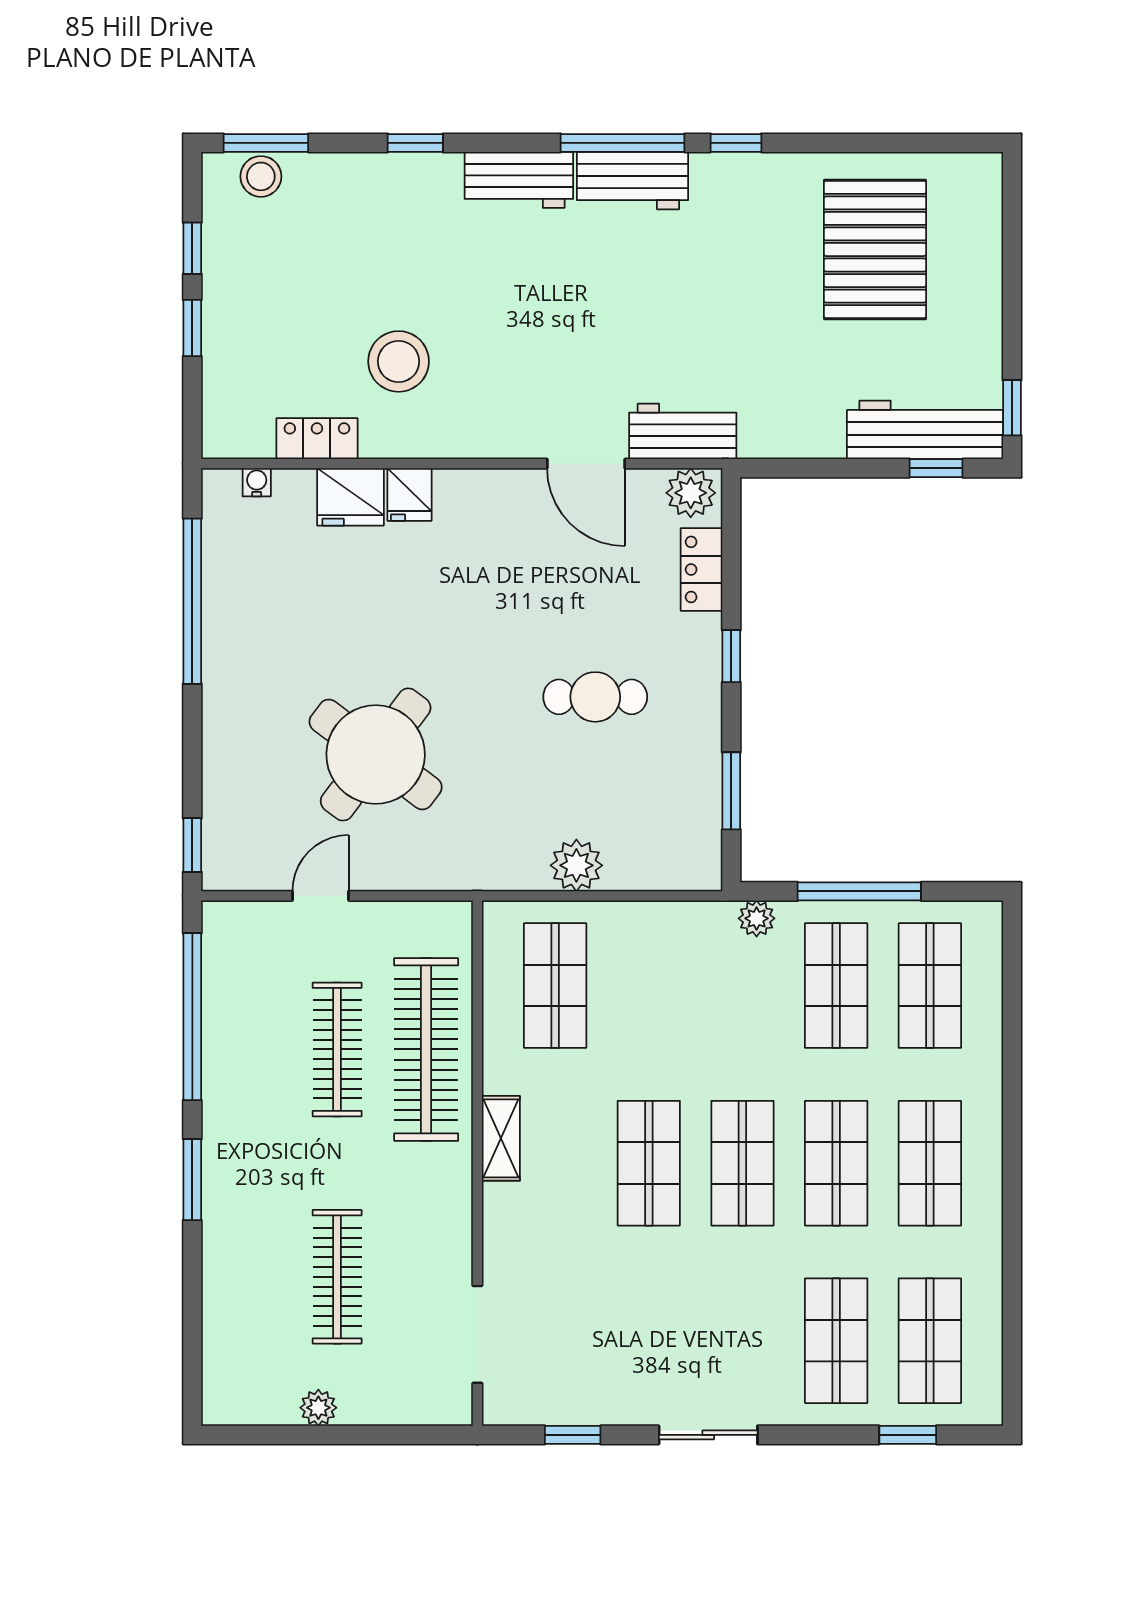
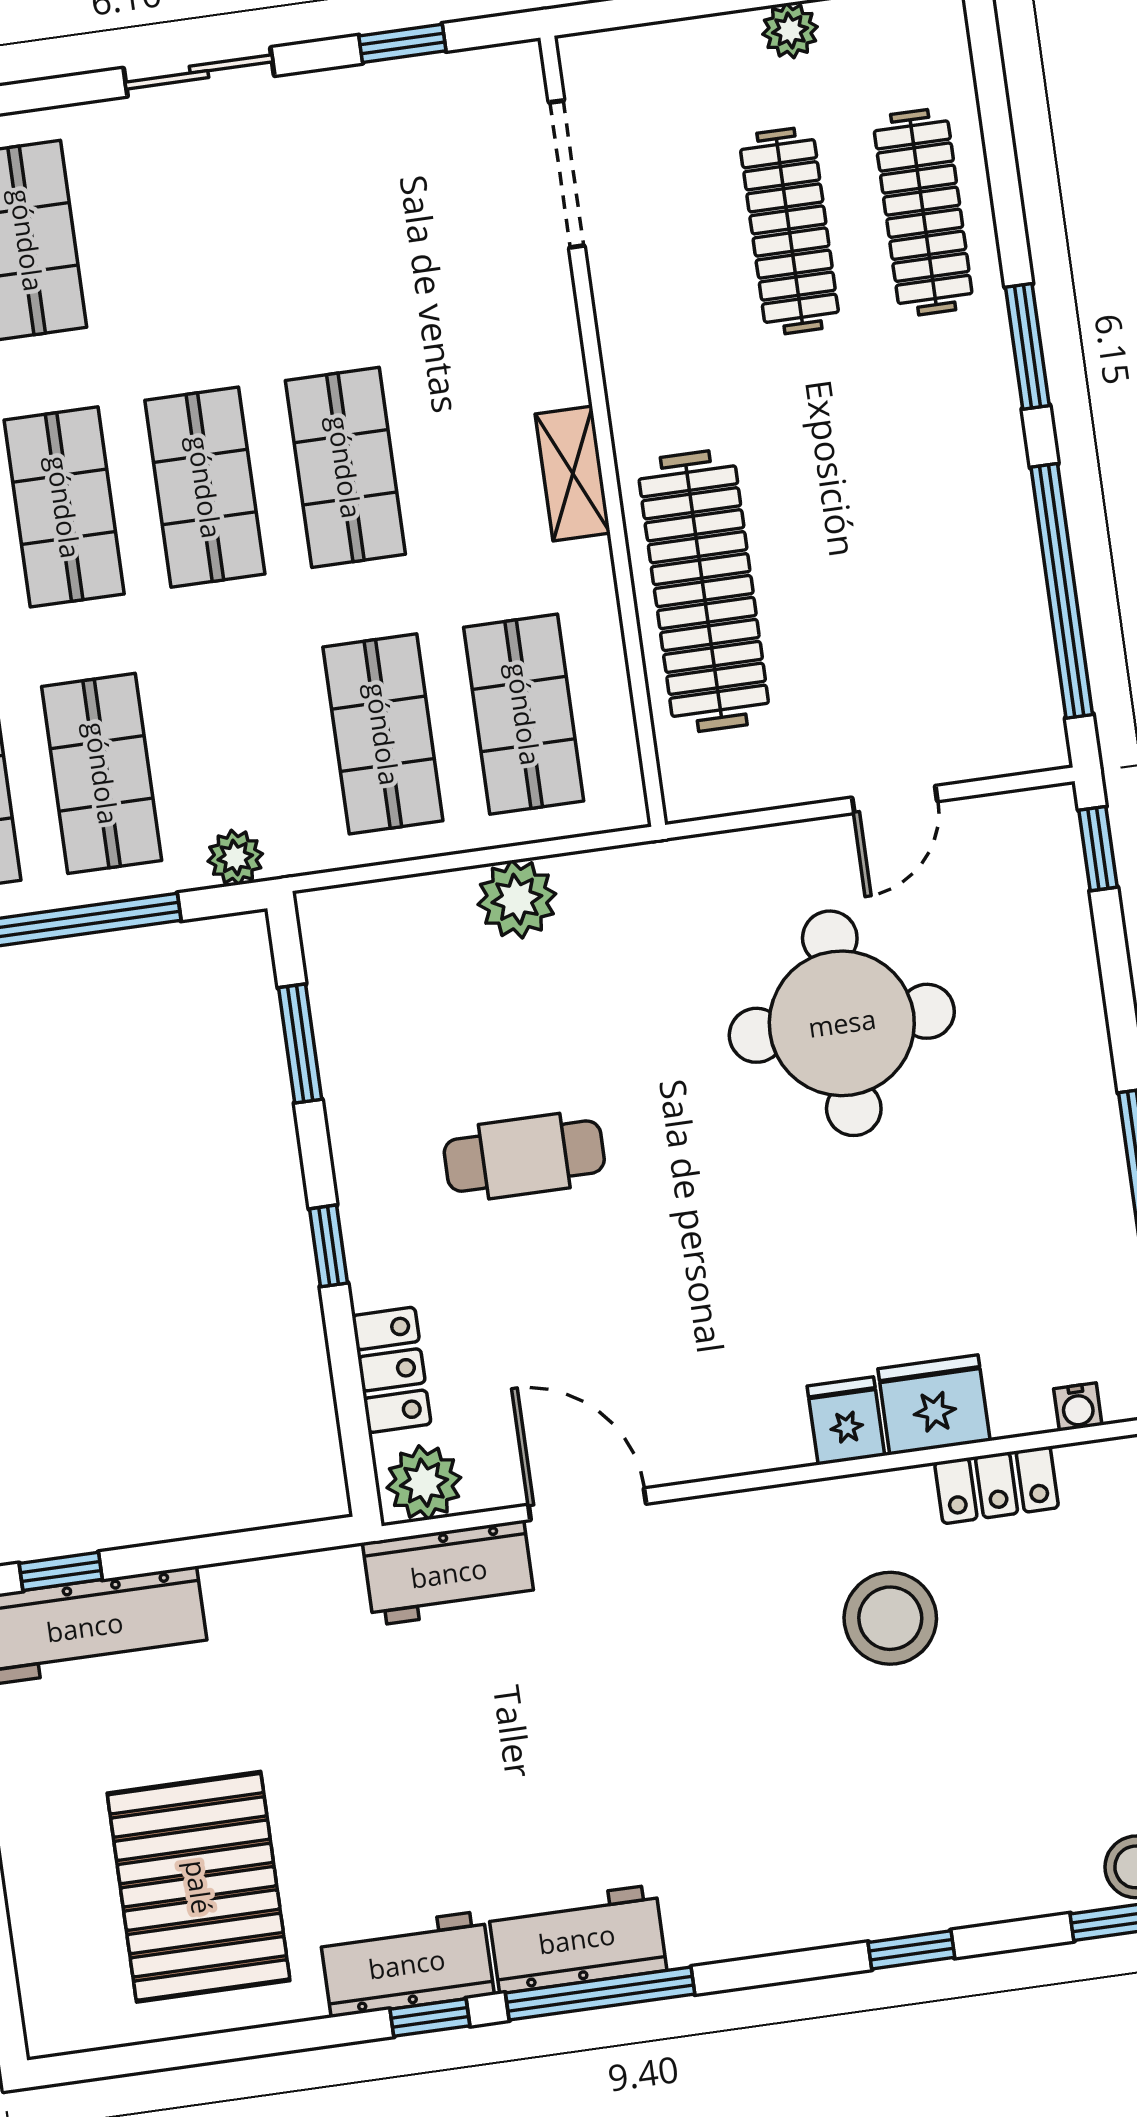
workbench: (519, 180) -> (407, 1964), moved
round table: (376, 754) -> (842, 1023), turned -37
shop shelf: (649, 986) -> (383, 734), added
clothes rail: (337, 1049) -> (923, 212), moved

